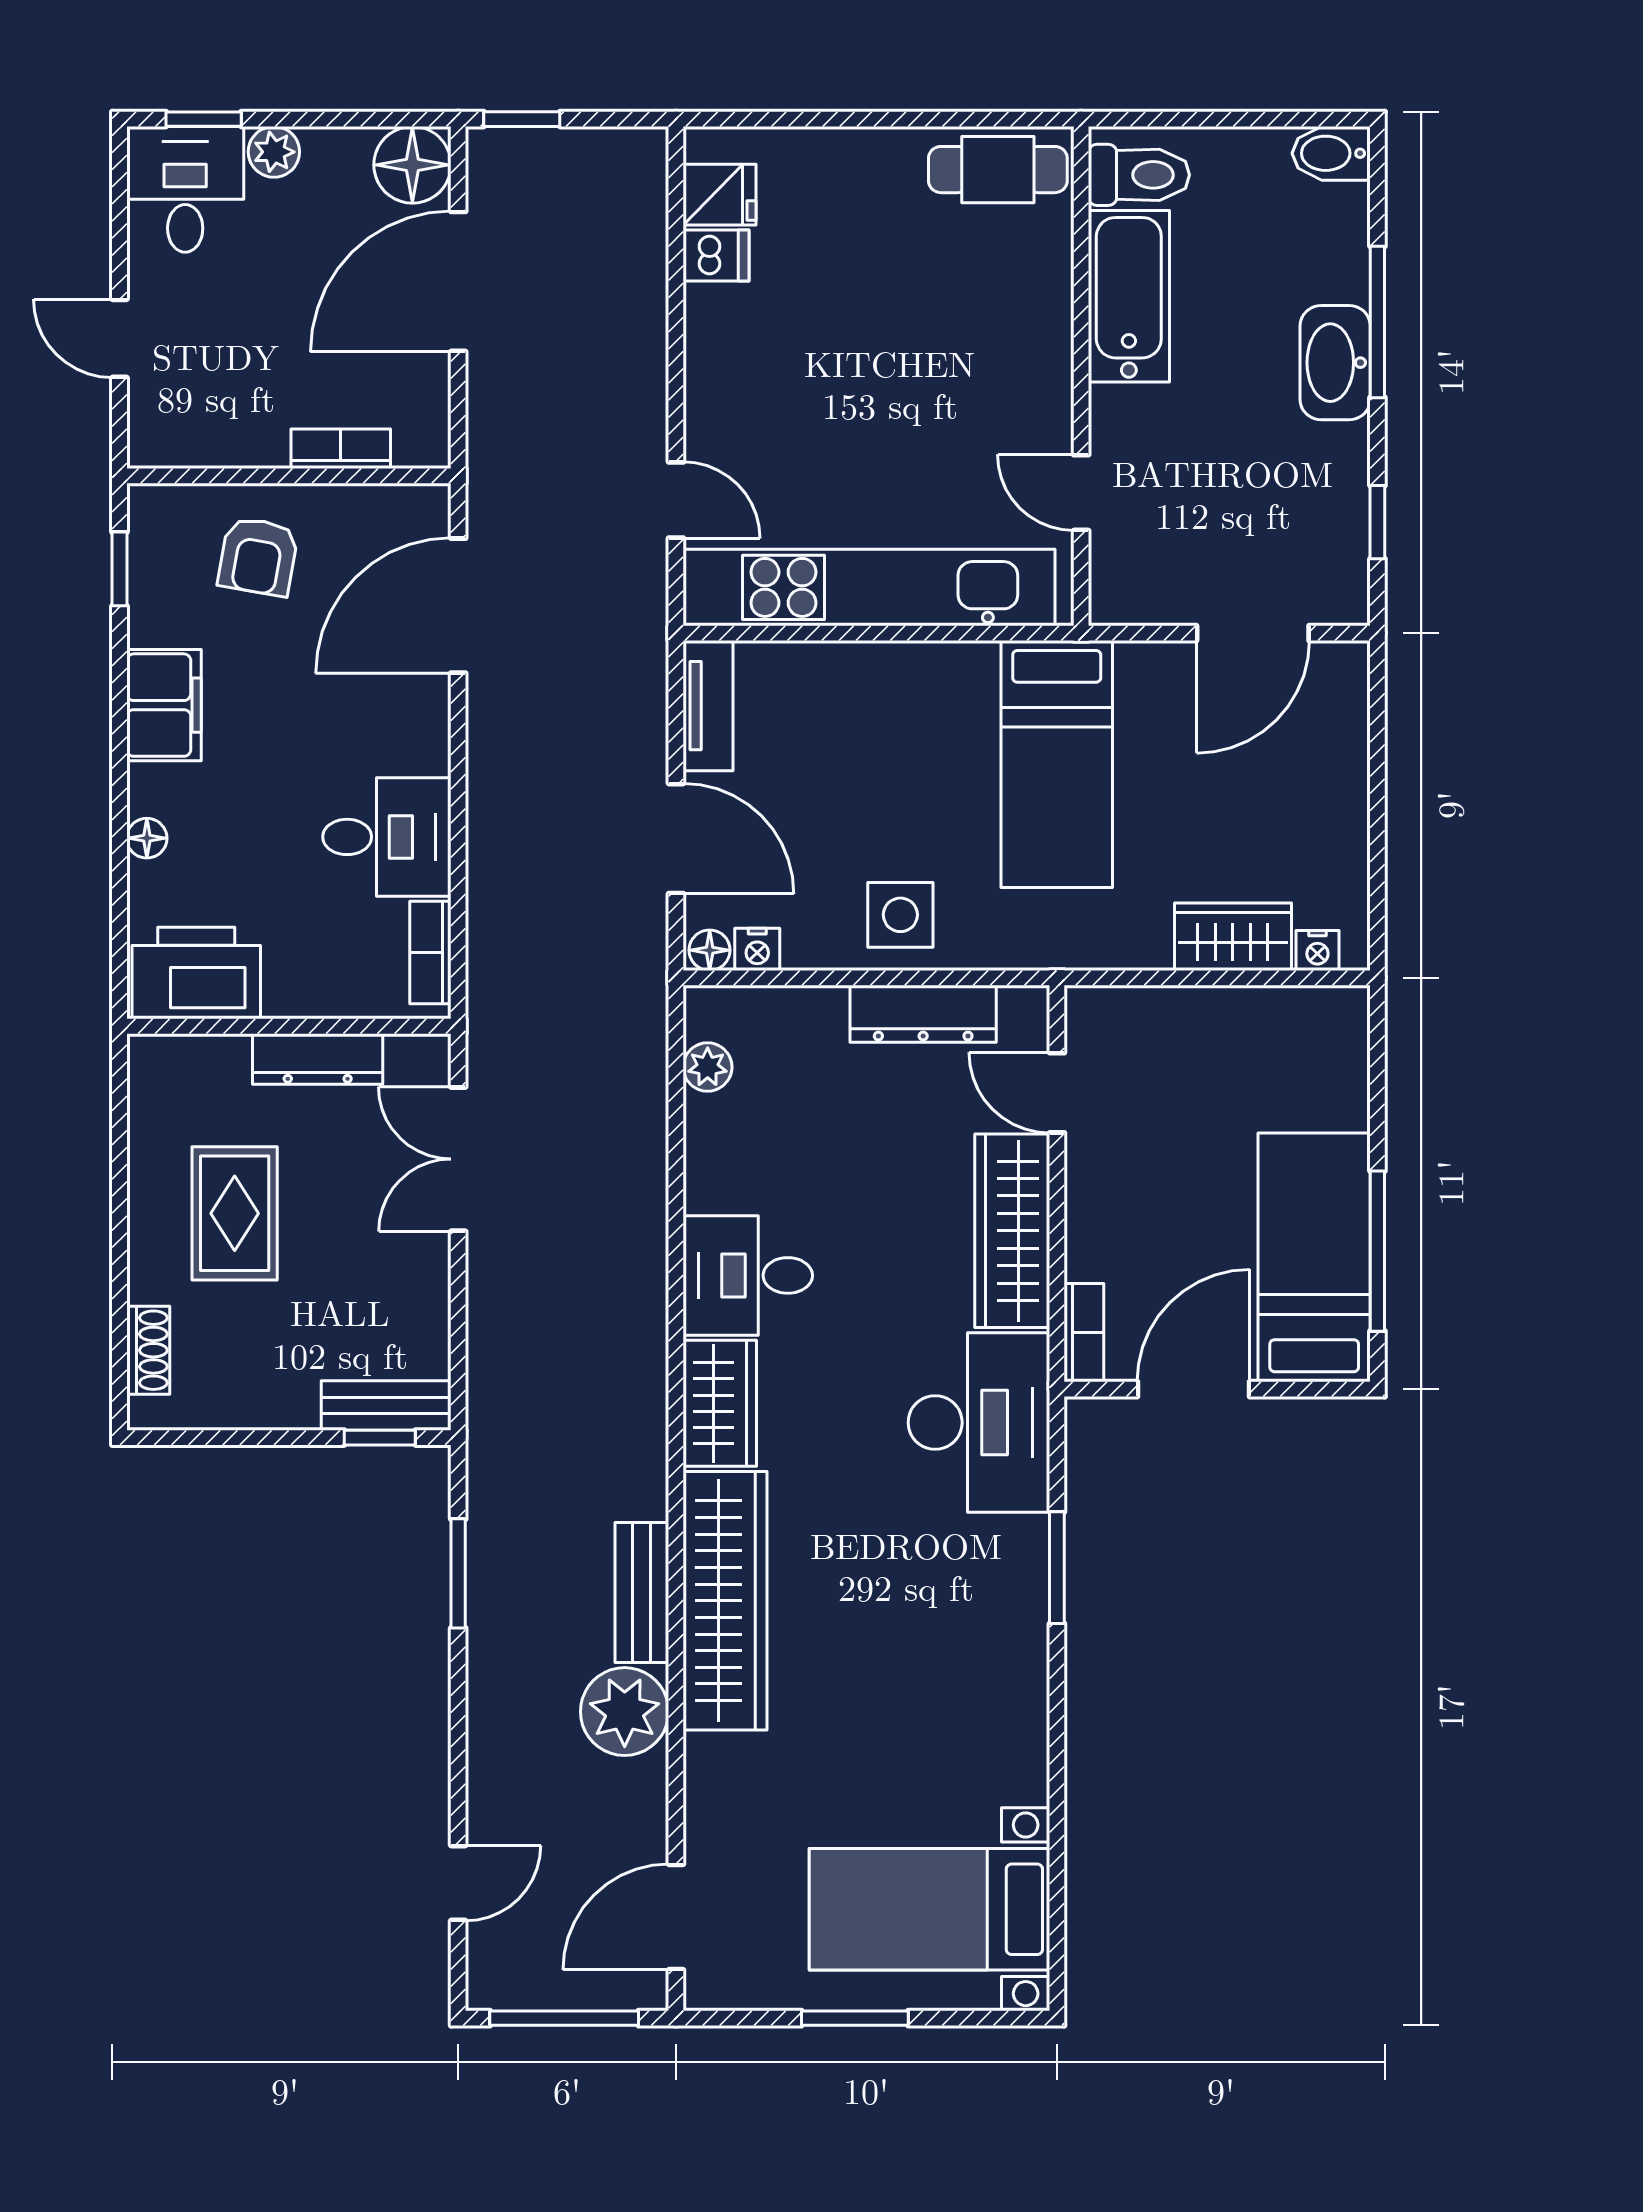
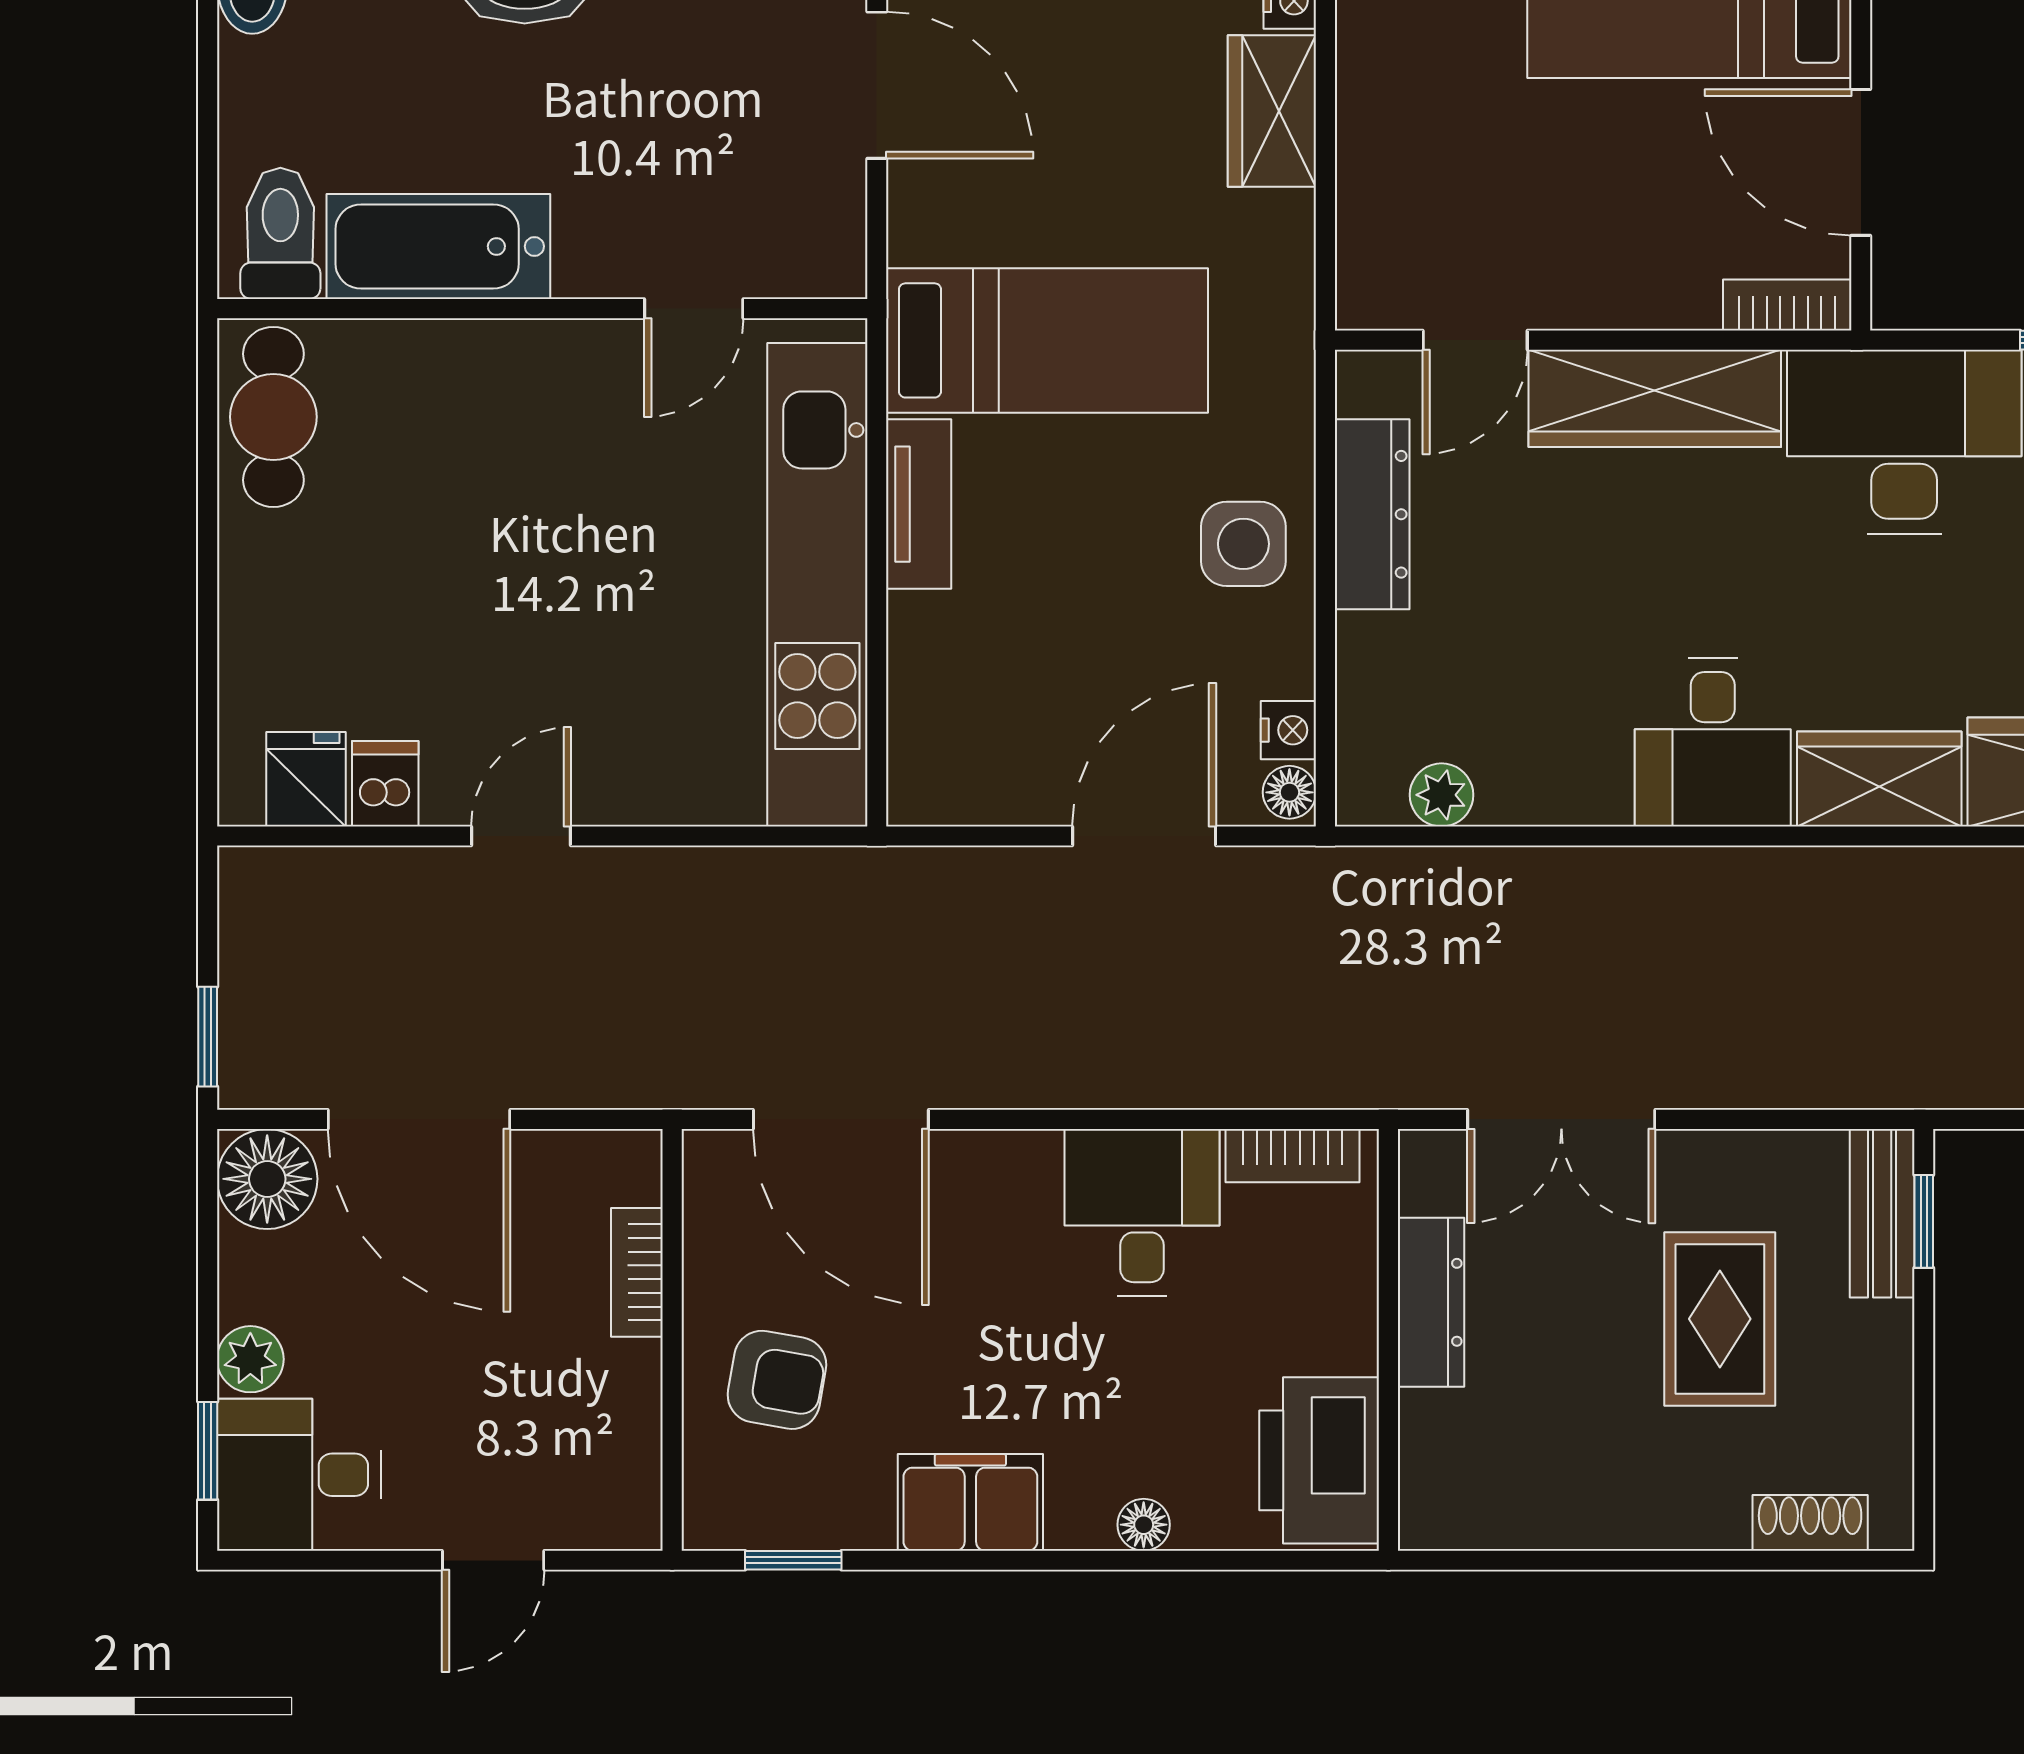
door: (676, 500) -> (521, 836), moved
tv unit: (708, 706) -> (919, 504), moved, turned 90
rug: (235, 1213) -> (1720, 1319), moved, turned 90

